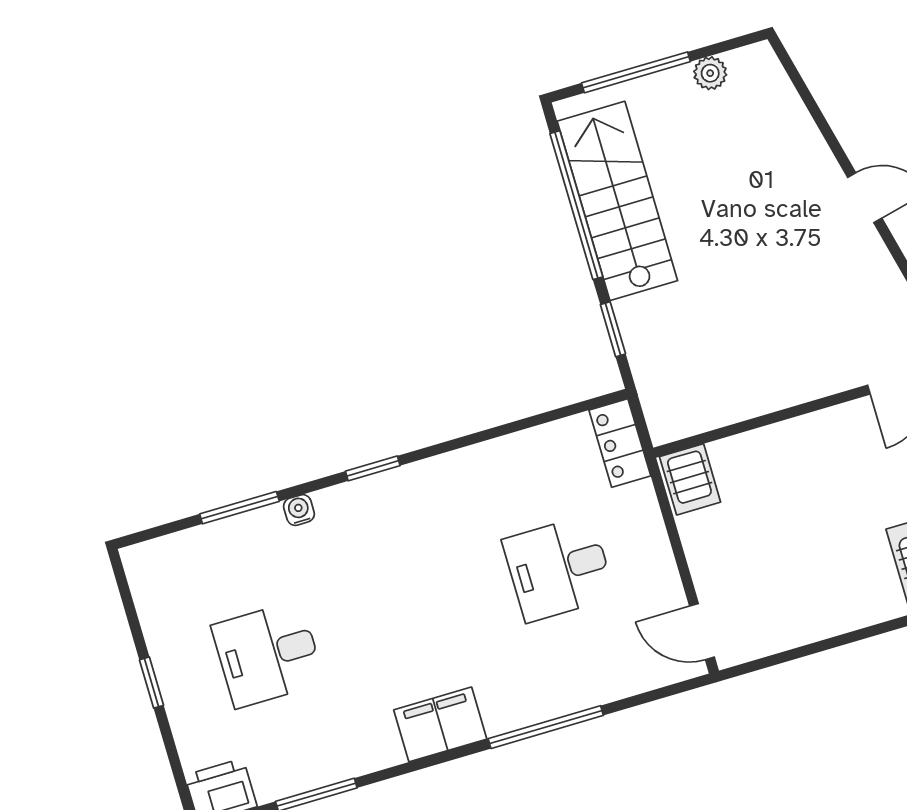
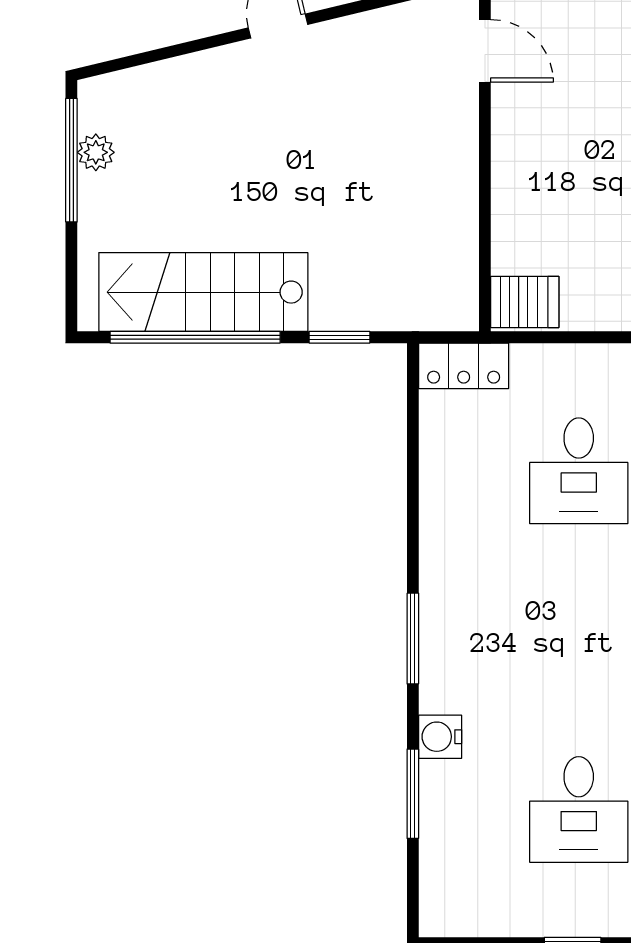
window: (636, 72) -> (71, 160), moved
window: (373, 468) -> (413, 639), width x1.50
water cooler: (299, 510) -> (440, 737), width x1.38, depth x1.38

